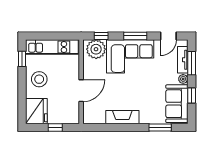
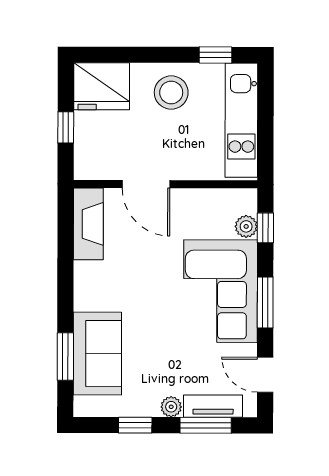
plant: (96, 49) -> (246, 226), width x0.53, depth x0.53
sofa: (177, 104) -> (97, 354), moved, turned 90
fireplace: (122, 117) -> (88, 224), moved

